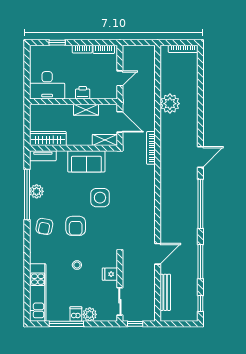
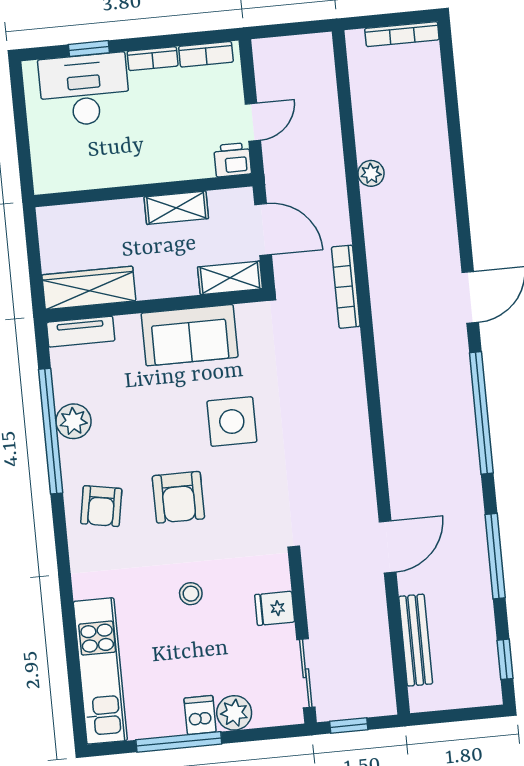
desk: (47, 85) -> (84, 90), moved, turned 180
printer: (83, 93) -> (233, 160), moved
plant: (170, 104) -> (371, 173), width x0.53, depth x0.53

